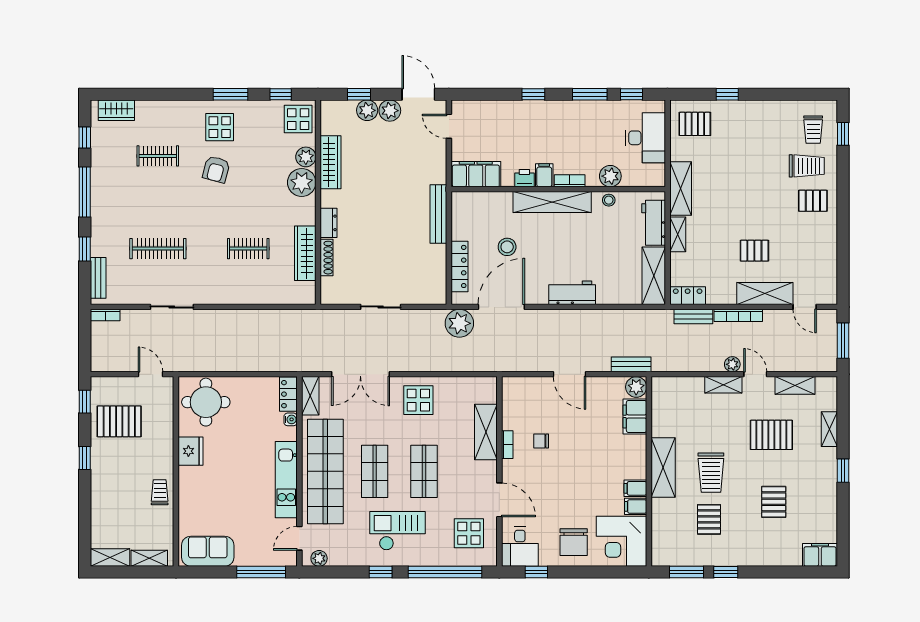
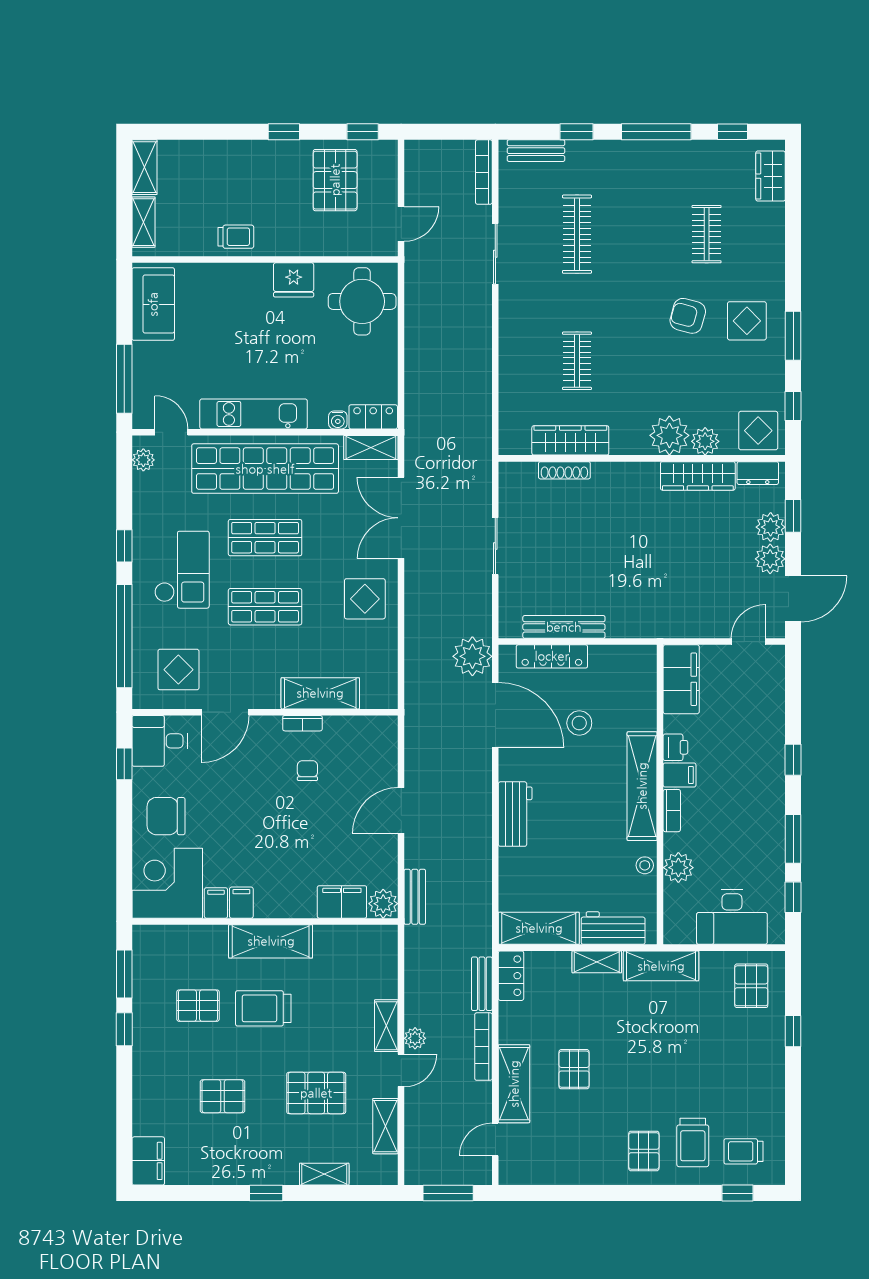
bench: (438, 214) -> (564, 627), moved
dresser: (329, 223) -> (758, 473), moved
bookcase: (105, 315) -> (484, 172), width x1.56
pallet: (771, 435) -> (316, 1093), turned 90

